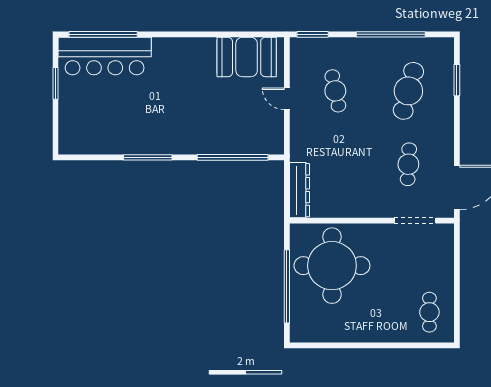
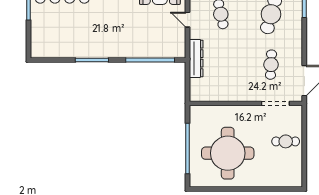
dresser: (300, 190) -> (196, 58), moved
round table: (332, 266) -> (228, 153), moved
cafe table: (429, 312) -> (286, 141), moved, turned 90

